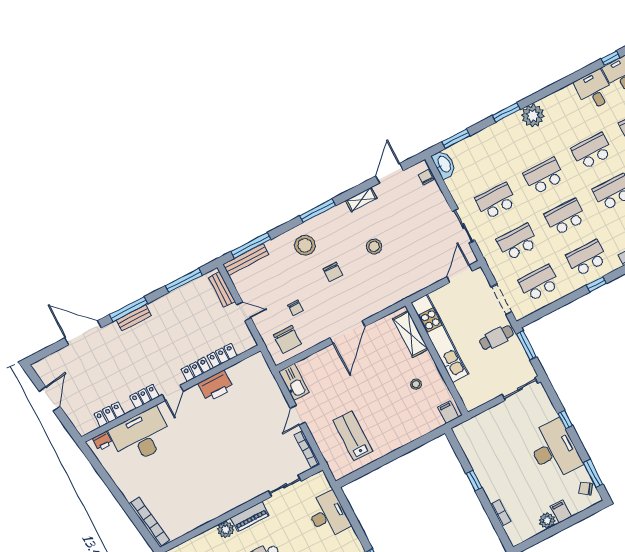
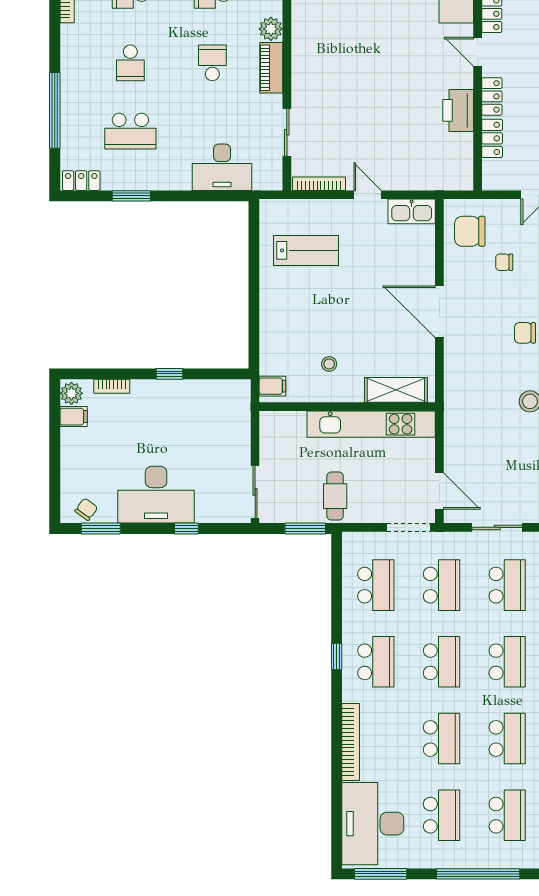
doorway: (502, 299) -> (409, 527), moved
filing cabinet: (561, 512) -> (74, 417), moved
plant: (547, 520) -> (71, 393), moved

